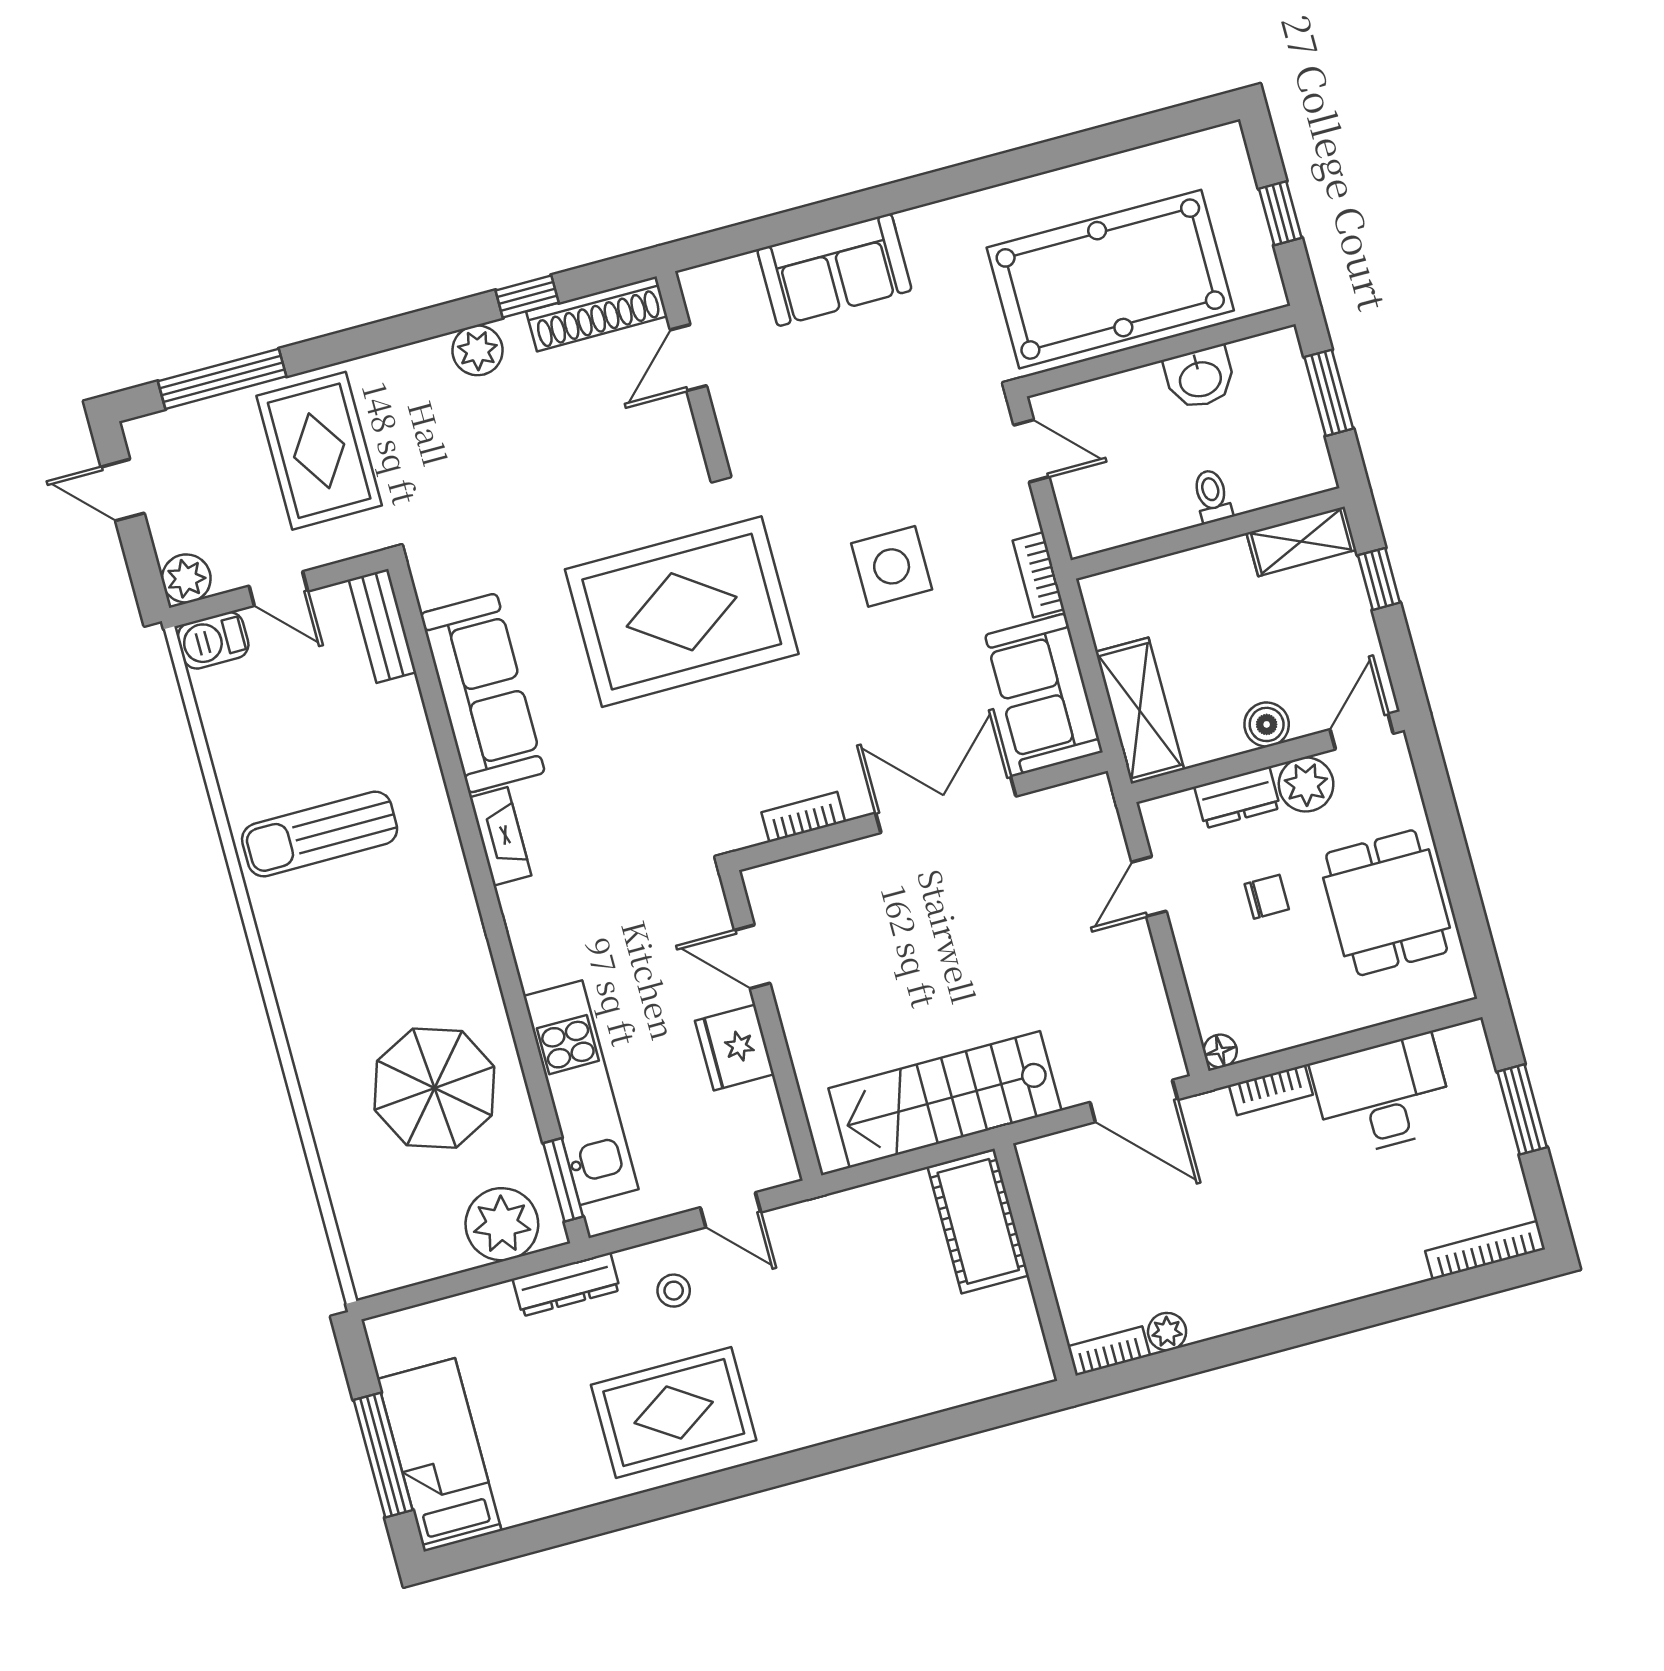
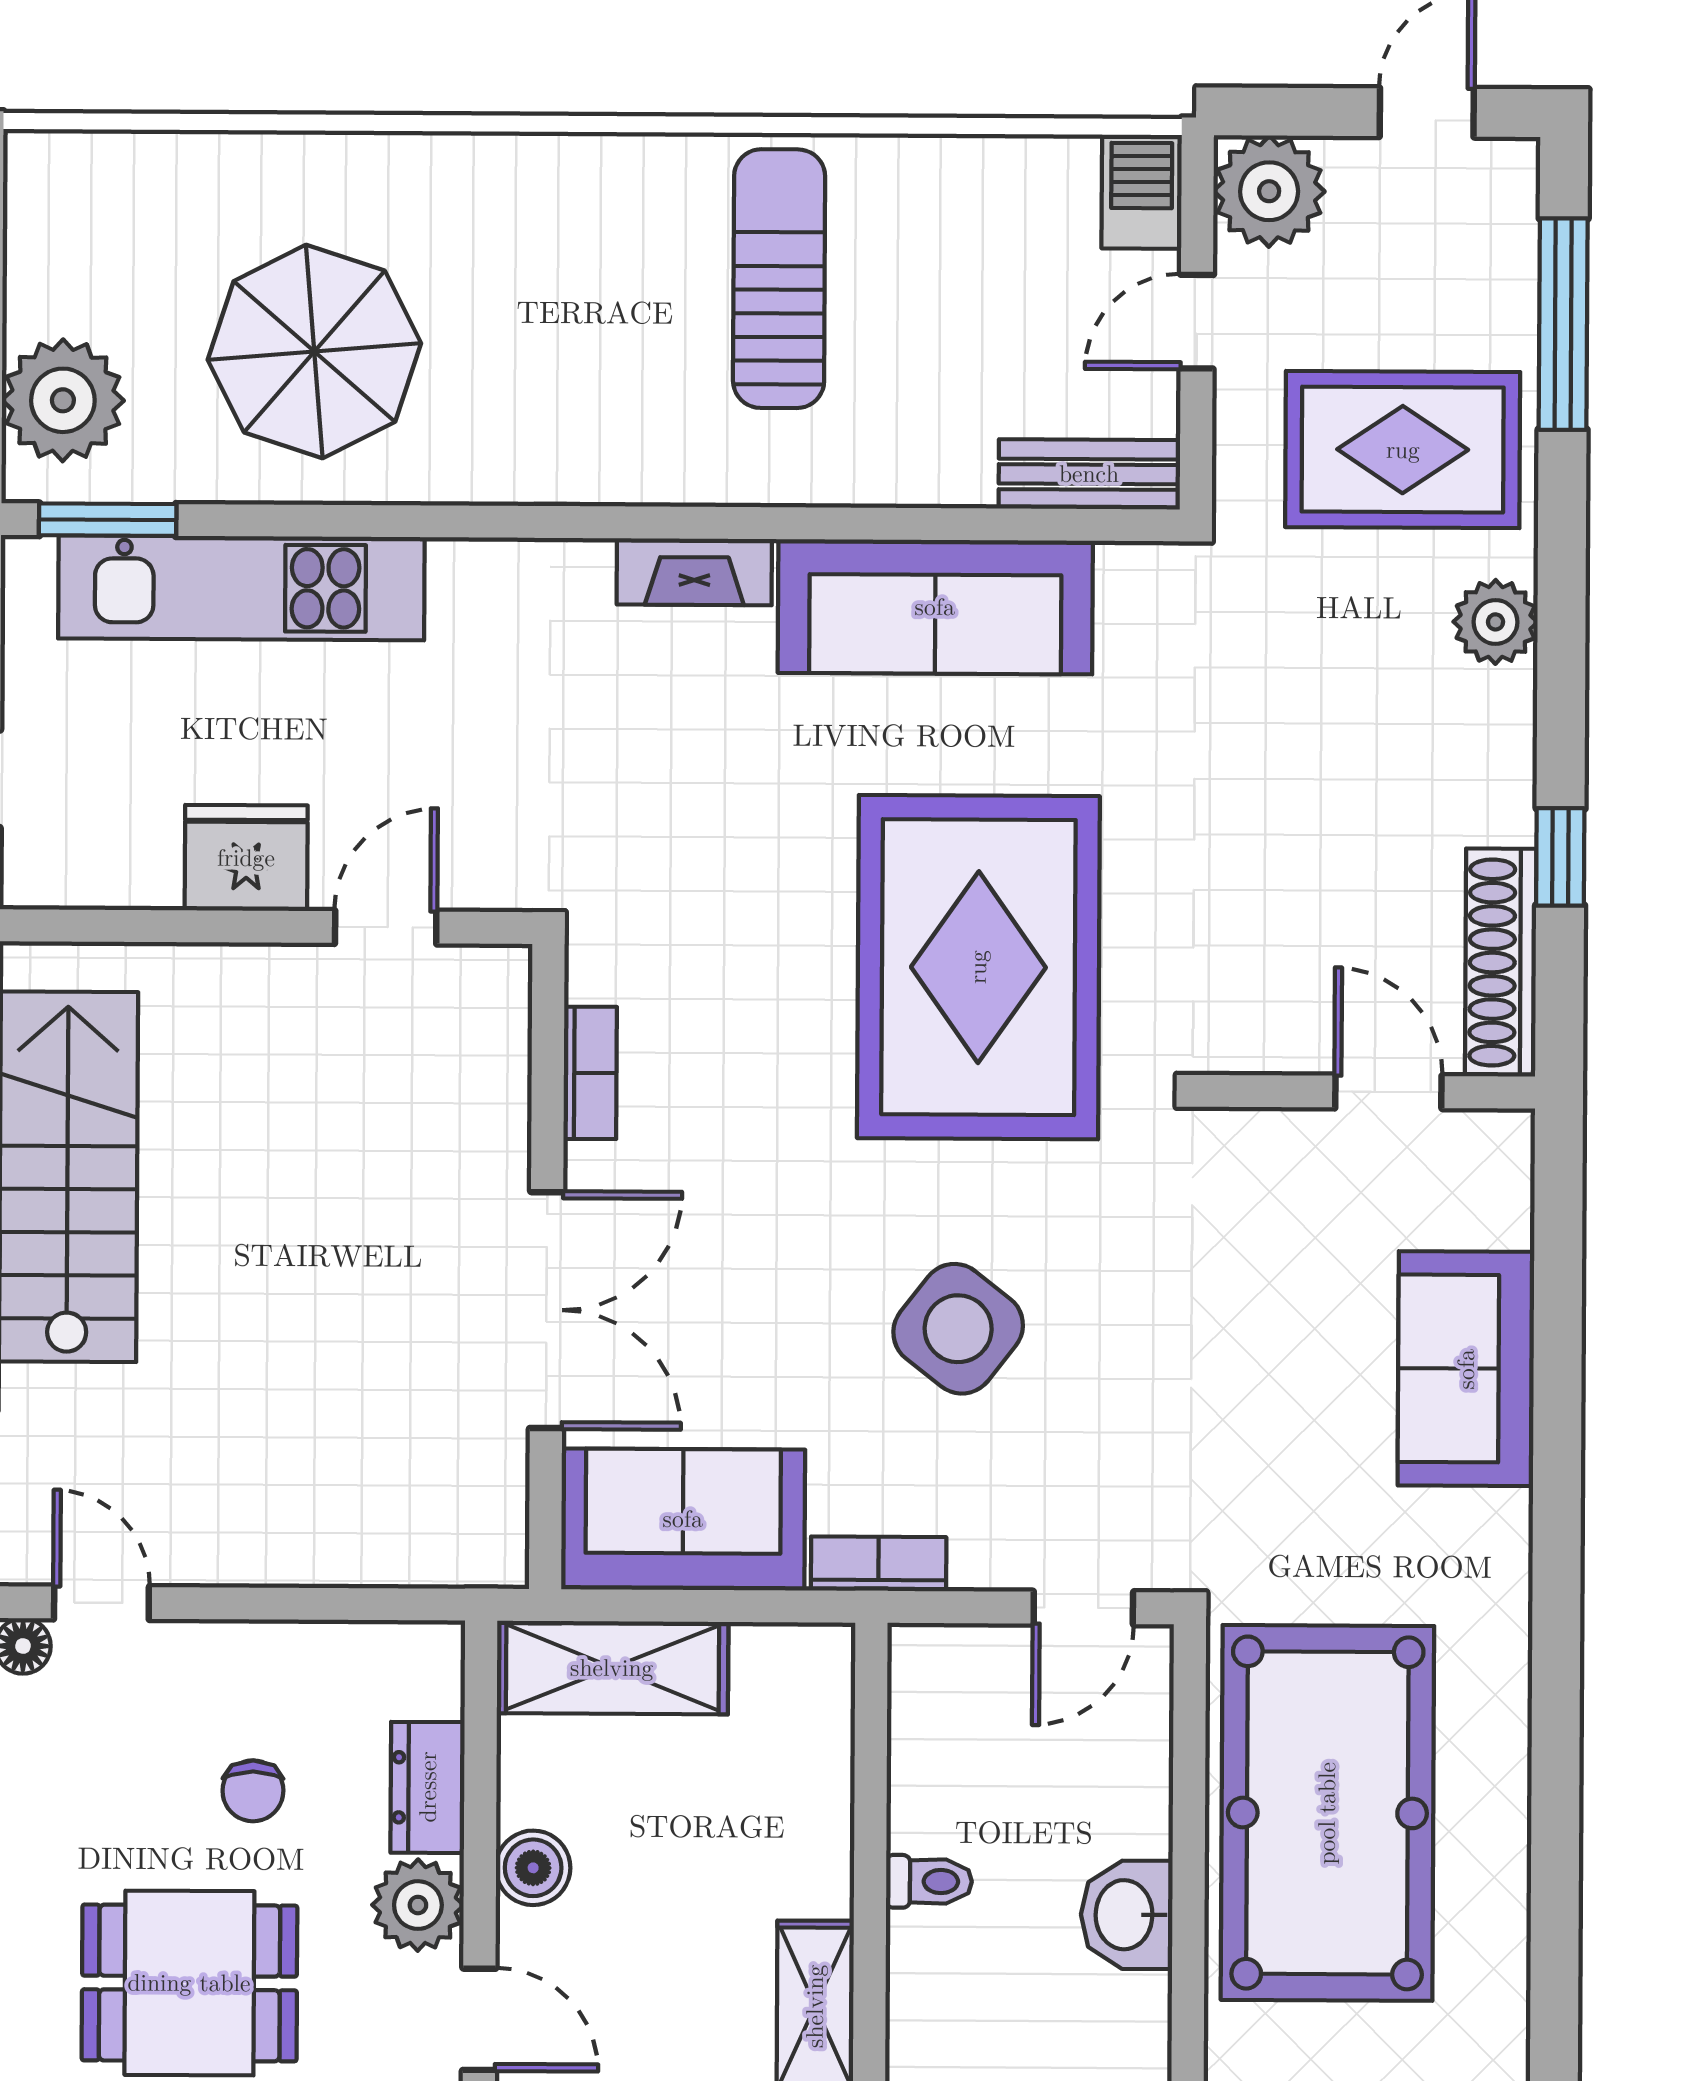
plant: (478, 350) -> (1496, 622), moved
side table: (892, 566) -> (958, 1329), turned 38
plant: (186, 579) -> (1269, 191), width x1.36, depth x1.36
door: (1149, 887) -> (101, 1603), moved

